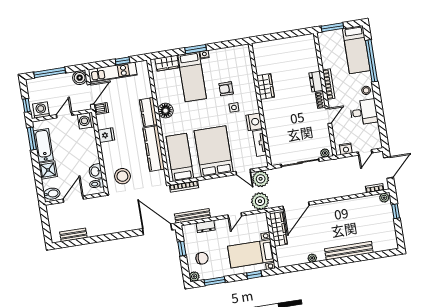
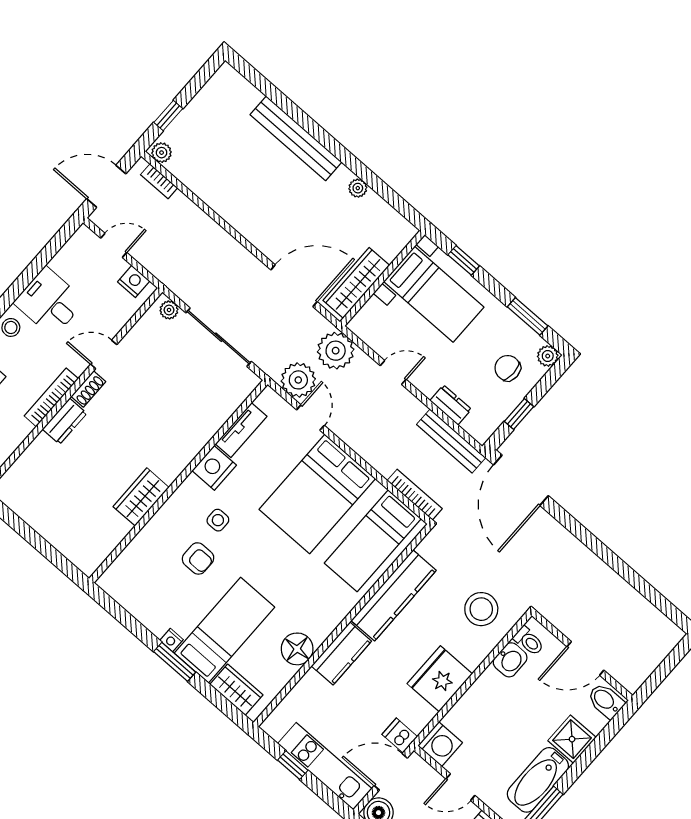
floor lamp: (166, 111) -> (297, 649), moved
fridge: (106, 135) -> (440, 679), width x1.88, depth x1.34
bench: (73, 235) -> (644, 610), removed

